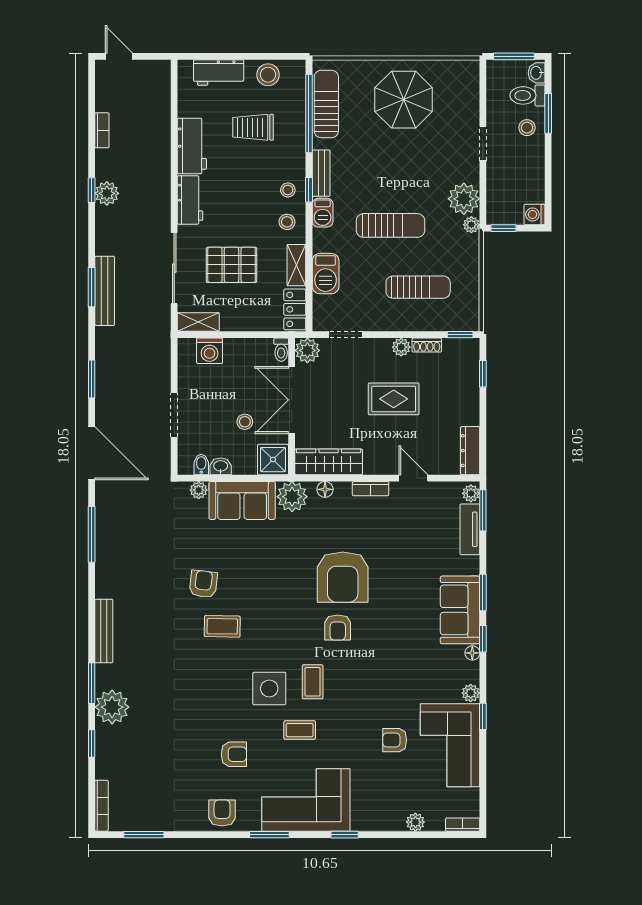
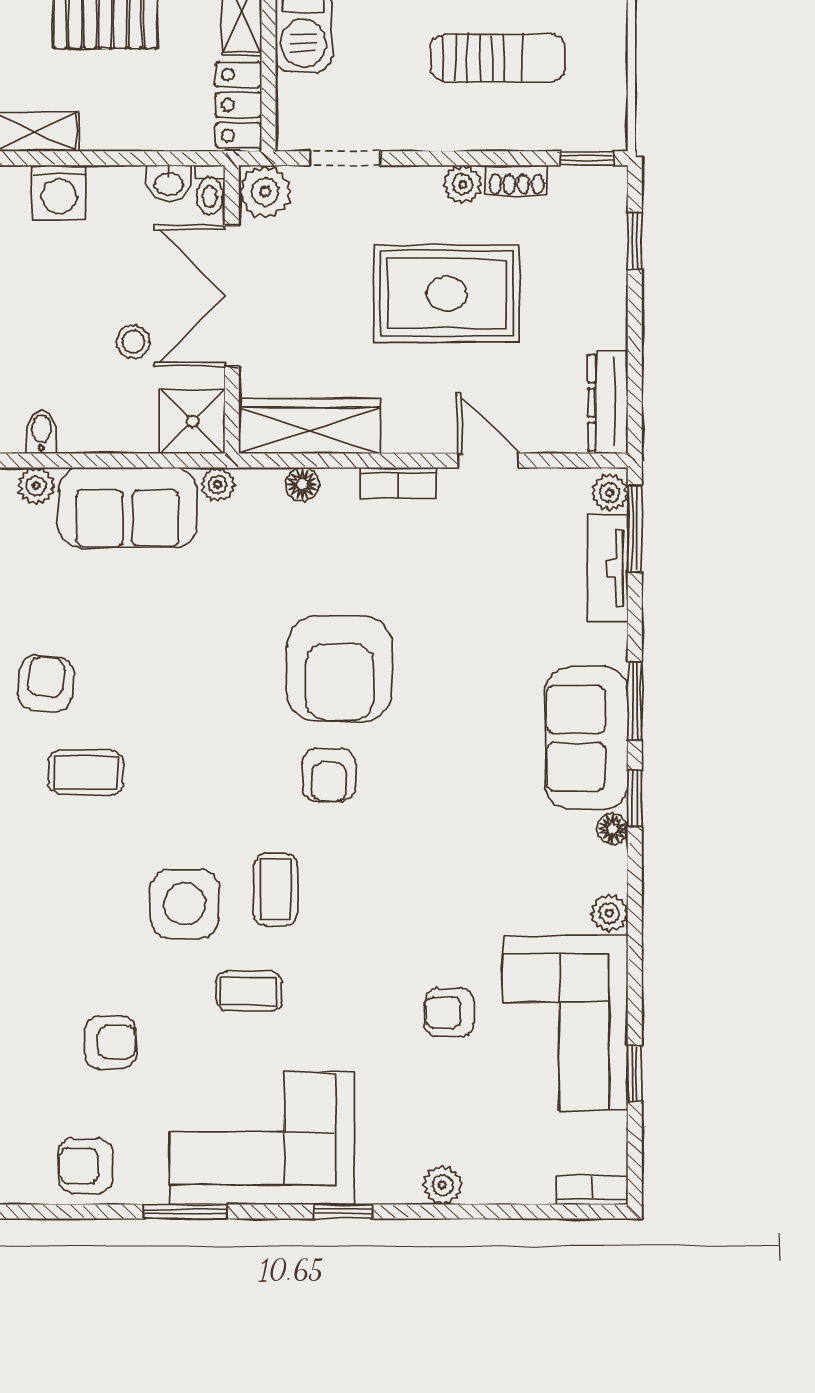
rug: (394, 399) -> (447, 294), width x1.36, depth x1.43
washbasin: (221, 466) -> (169, 183), moved, turned 180
plant: (292, 497) -> (218, 485), width x0.53, depth x0.53
window: (483, 716) -> (635, 1073), moved
armchair: (222, 813) -> (85, 1166), turned -90
plant: (415, 822) -> (442, 1185), moved

